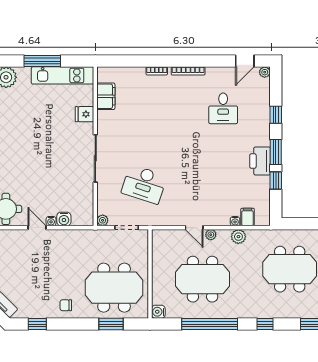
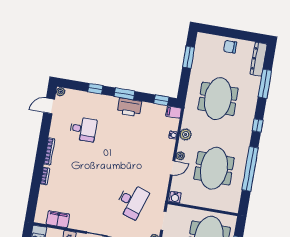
door: (245, 61) -> (49, 106), swing flipped
window: (276, 181) -> (161, 100), moved
filing cabinet: (248, 217) -> (174, 112), moved
water cooler: (158, 312) -> (175, 197), moved

